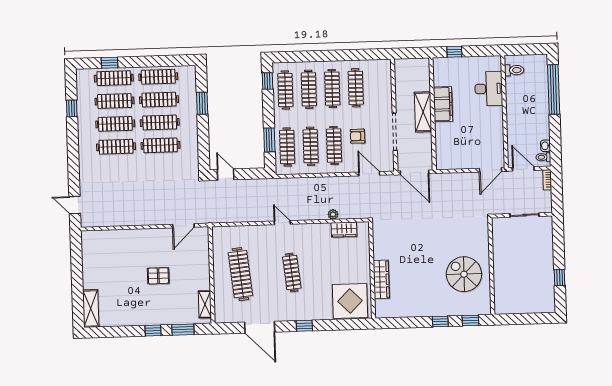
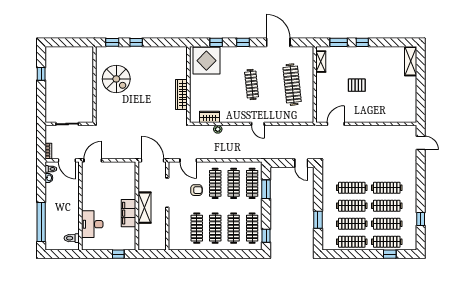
wardrobe: (381, 279) -> (181, 95), moved
window: (338, 325) -> (216, 42), added

